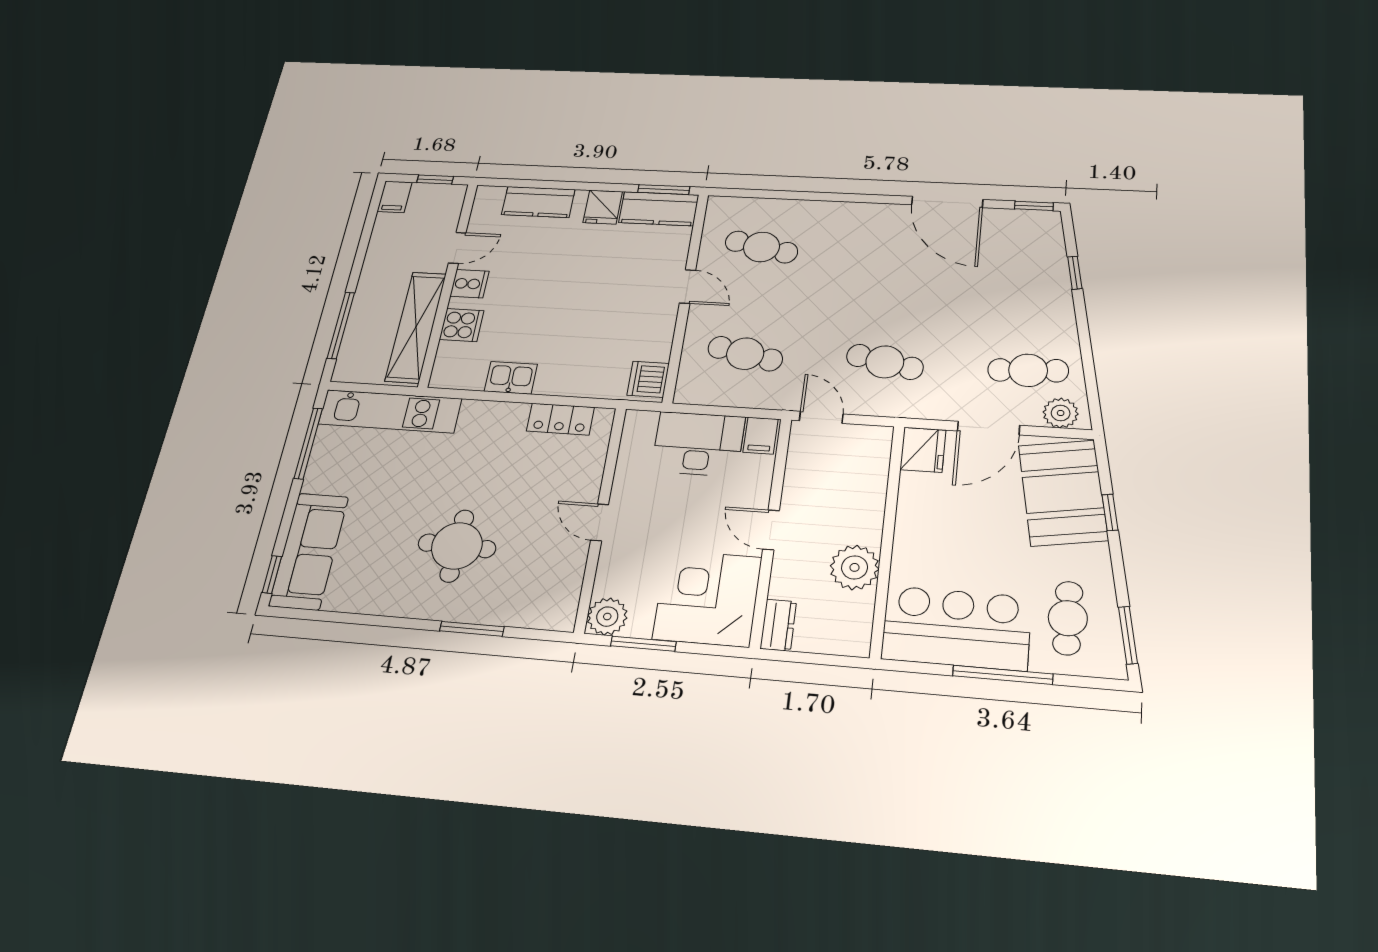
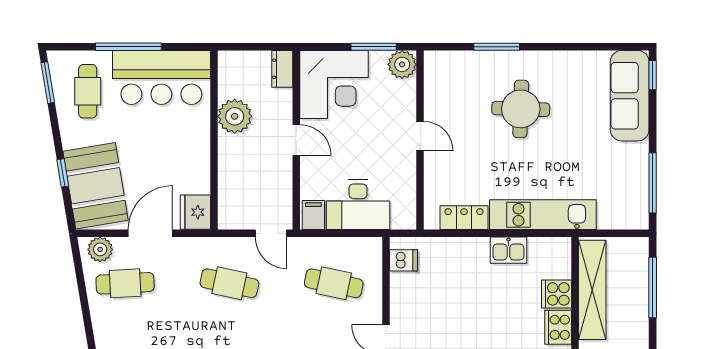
cooker: (469, 284) -> (558, 327), width x1.36
dishwasher: (648, 379) -> (404, 260), width x0.73
kitchen unit: (390, 411) -> (543, 215), moved

